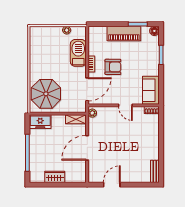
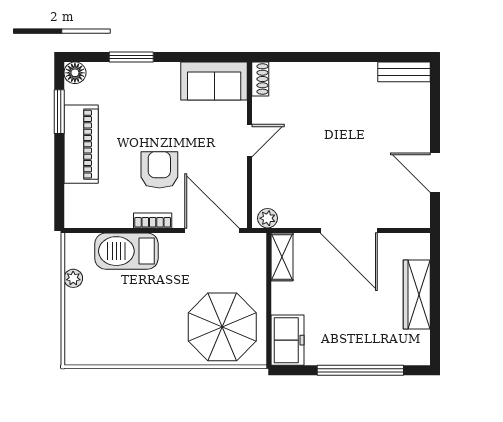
wardrobe: (55, 177) -> (417, 294), width x1.50

